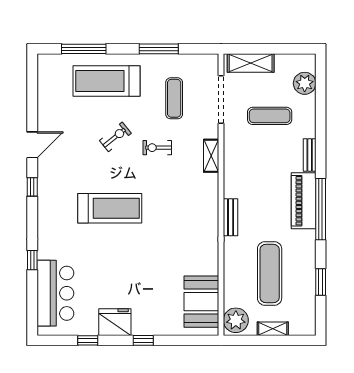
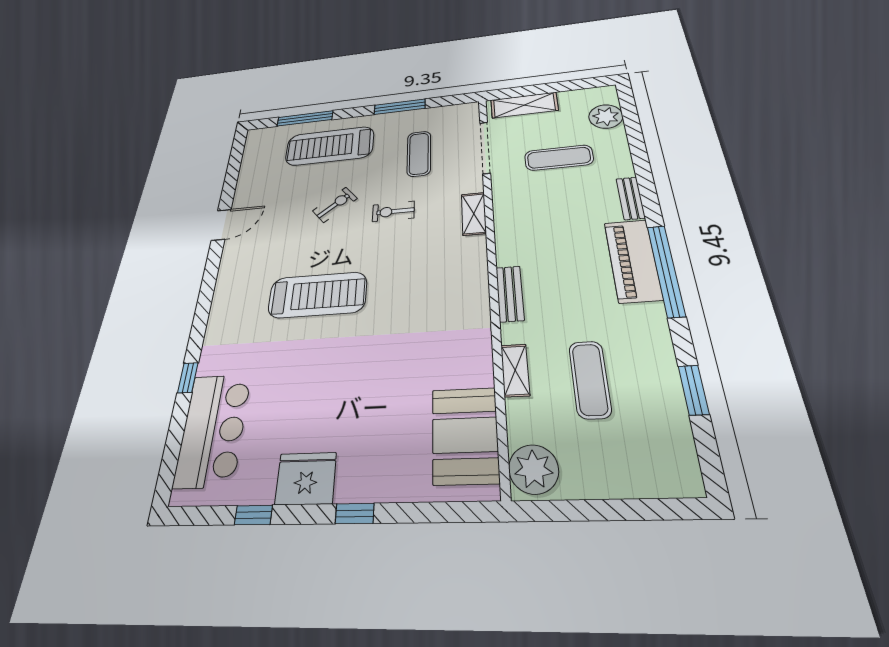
window: (32, 187) -> (210, 276), removed
exercise mat: (270, 274) -> (590, 379), width x0.73, depth x0.69
shelving: (273, 329) -> (515, 370), moved, turned 90

